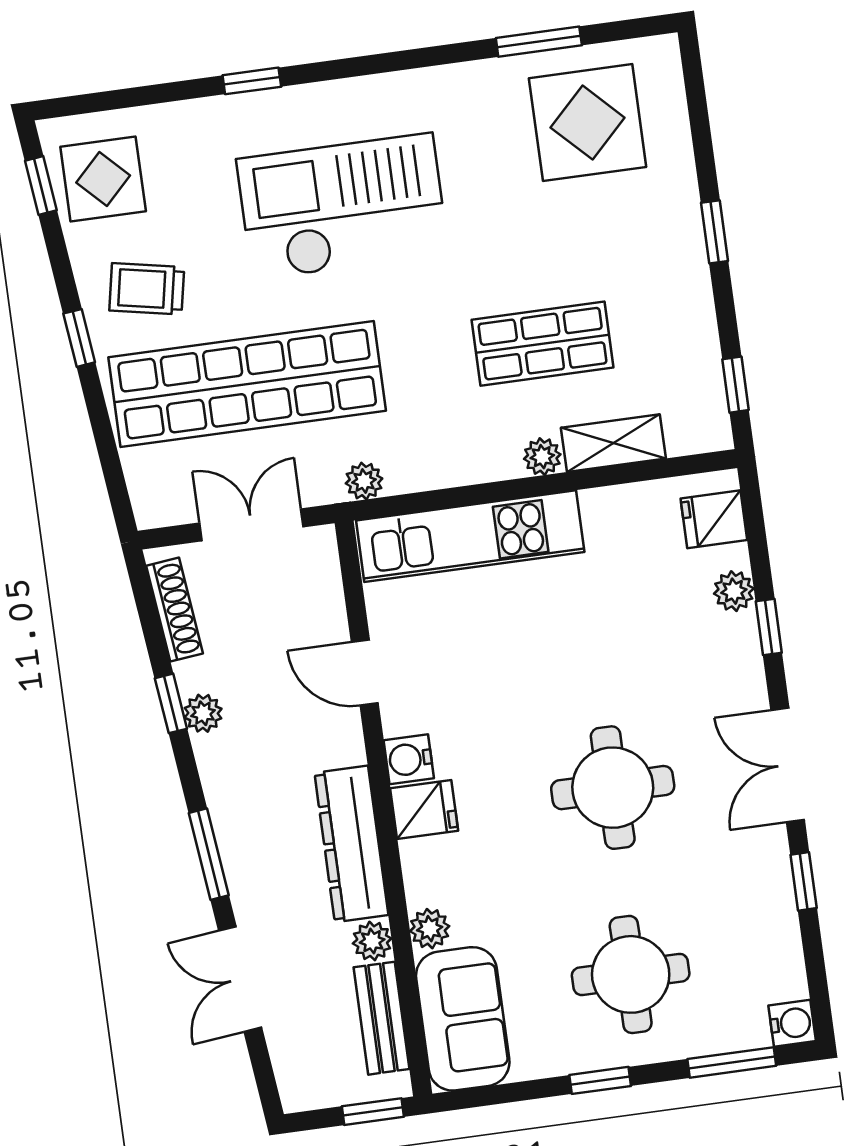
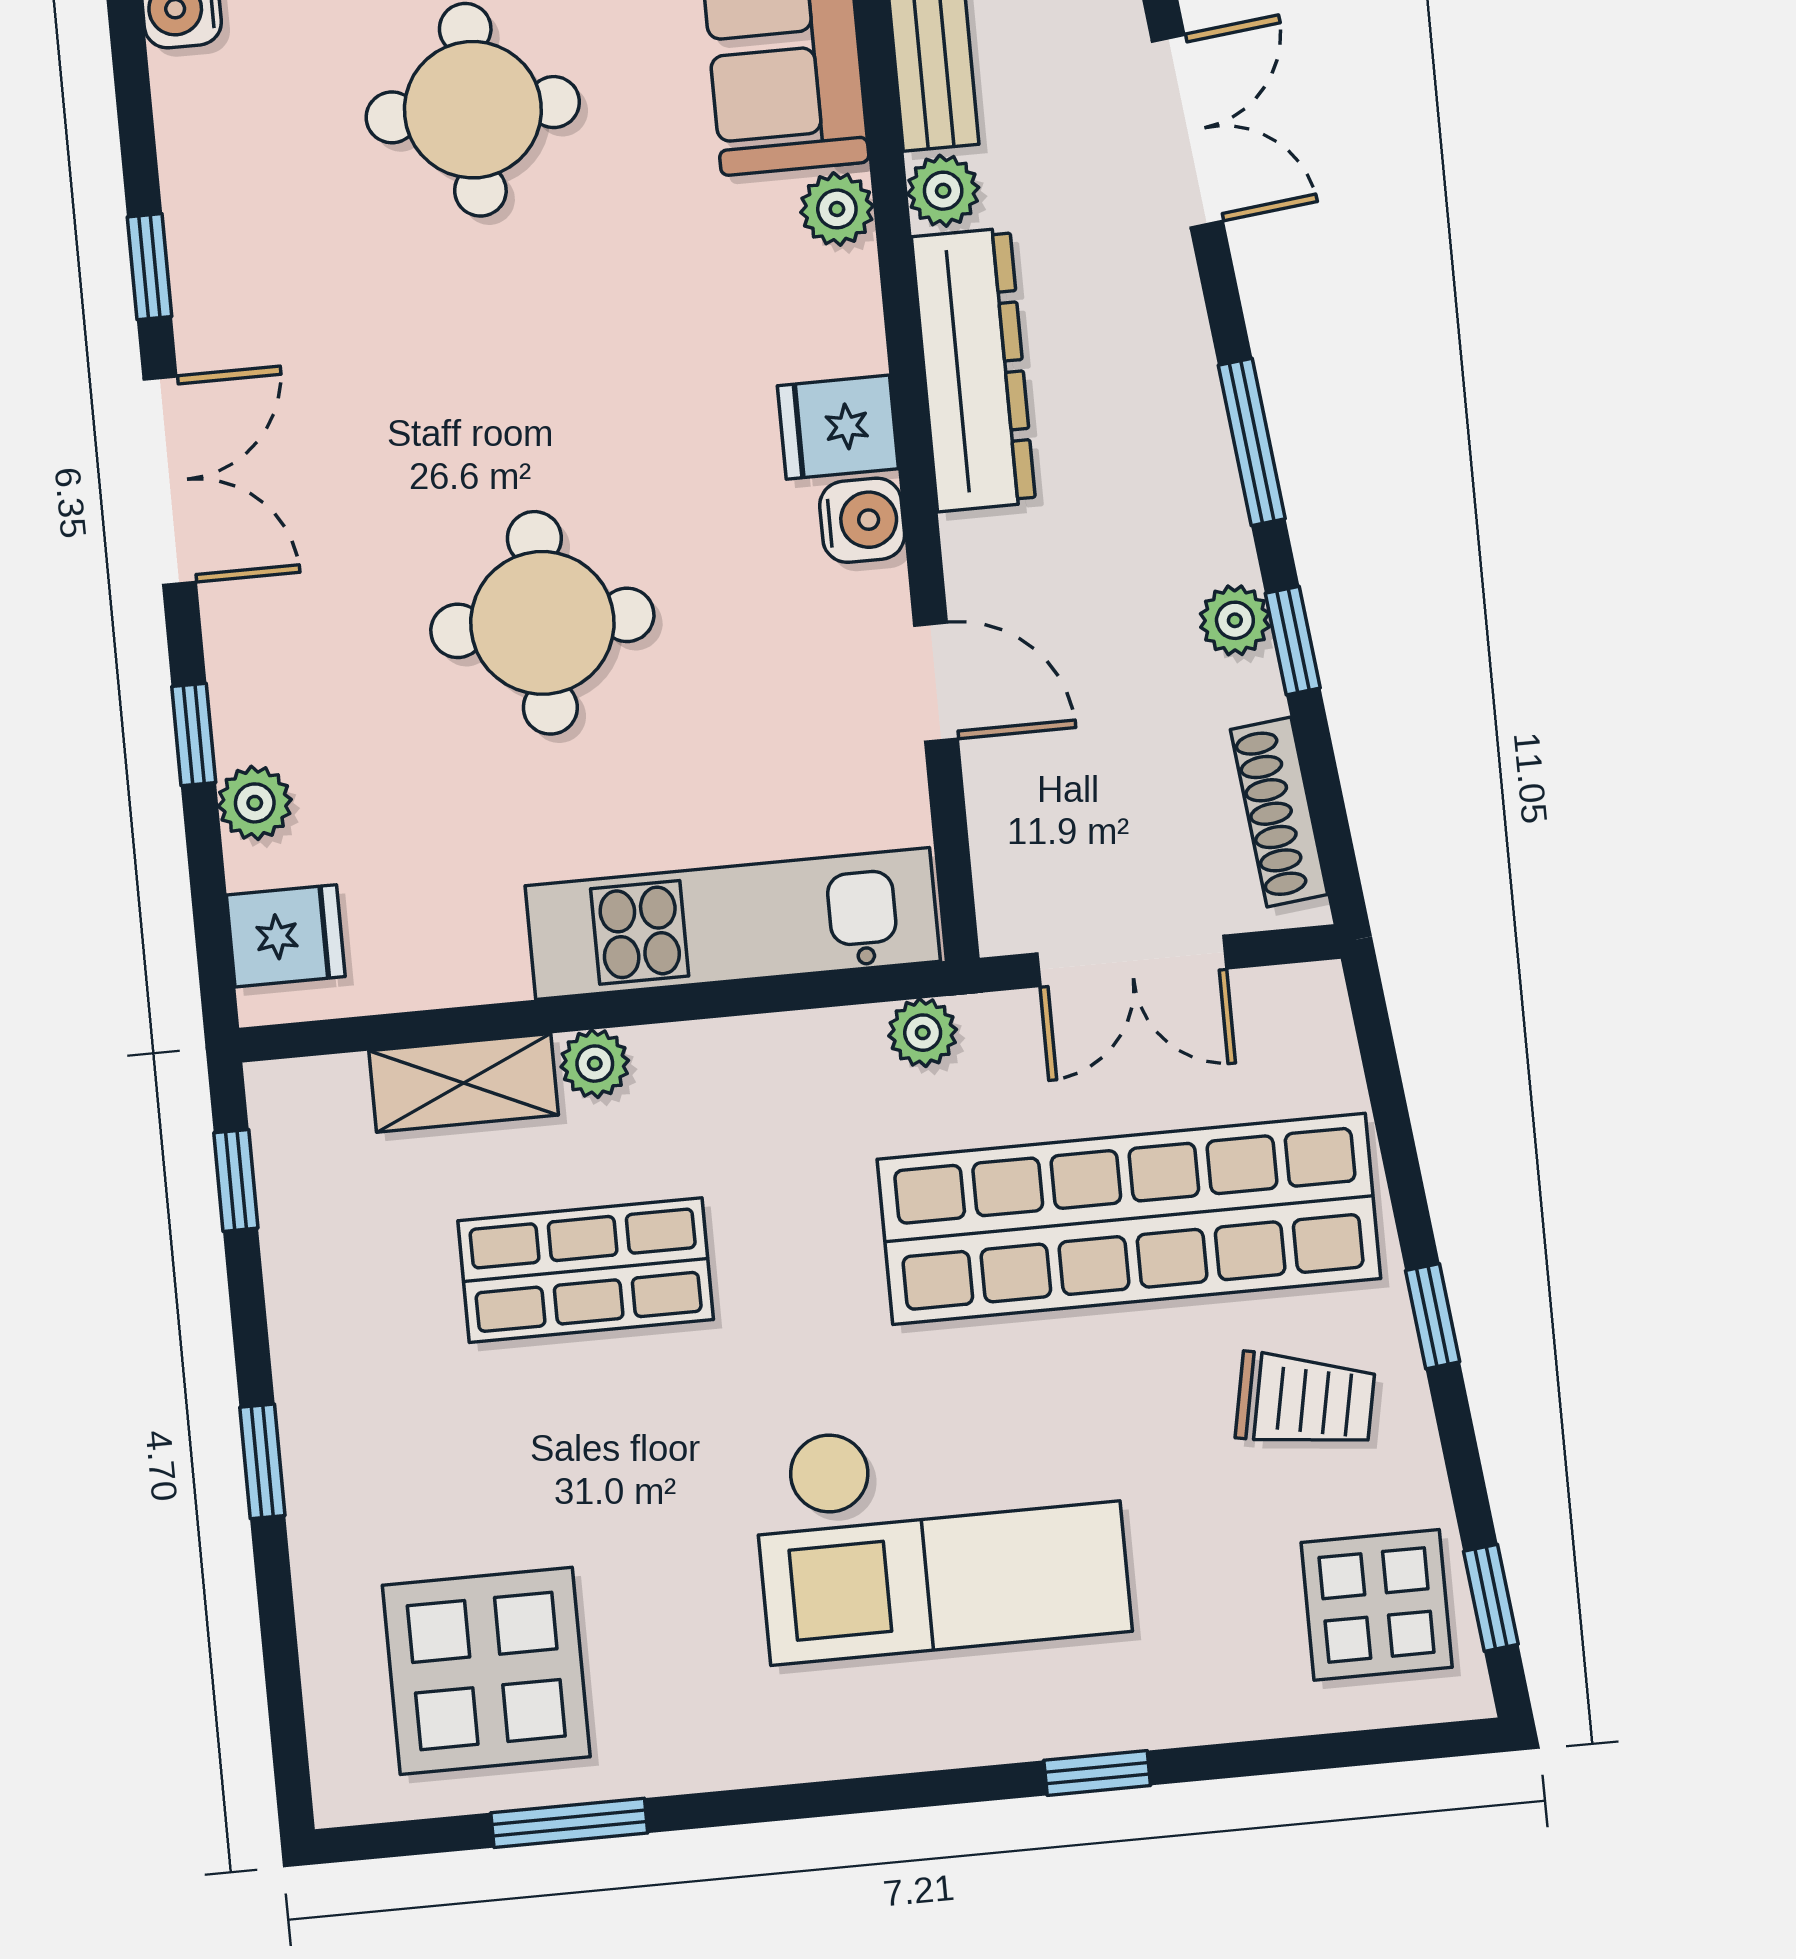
round table: (613, 788) -> (542, 623), moved
window: (209, 854) -> (1252, 442), moved

